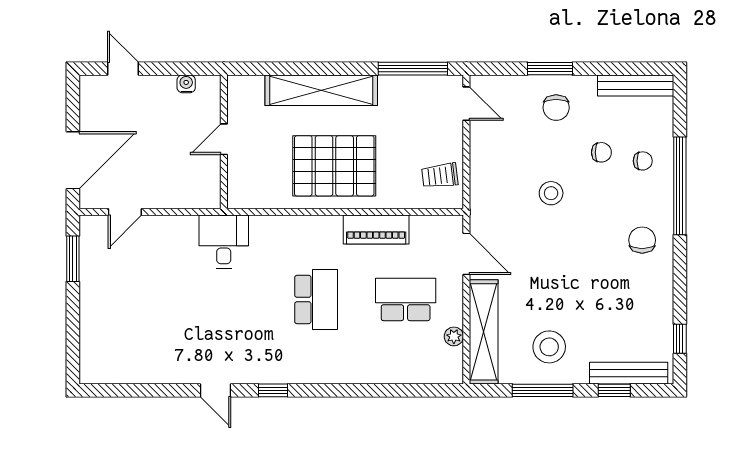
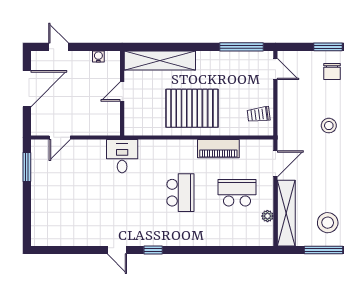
shelving: (321, 90) -> (160, 61), moved
door: (73, 160) -> (27, 89), moved
door: (466, 254) -> (275, 164), hinge flipped

